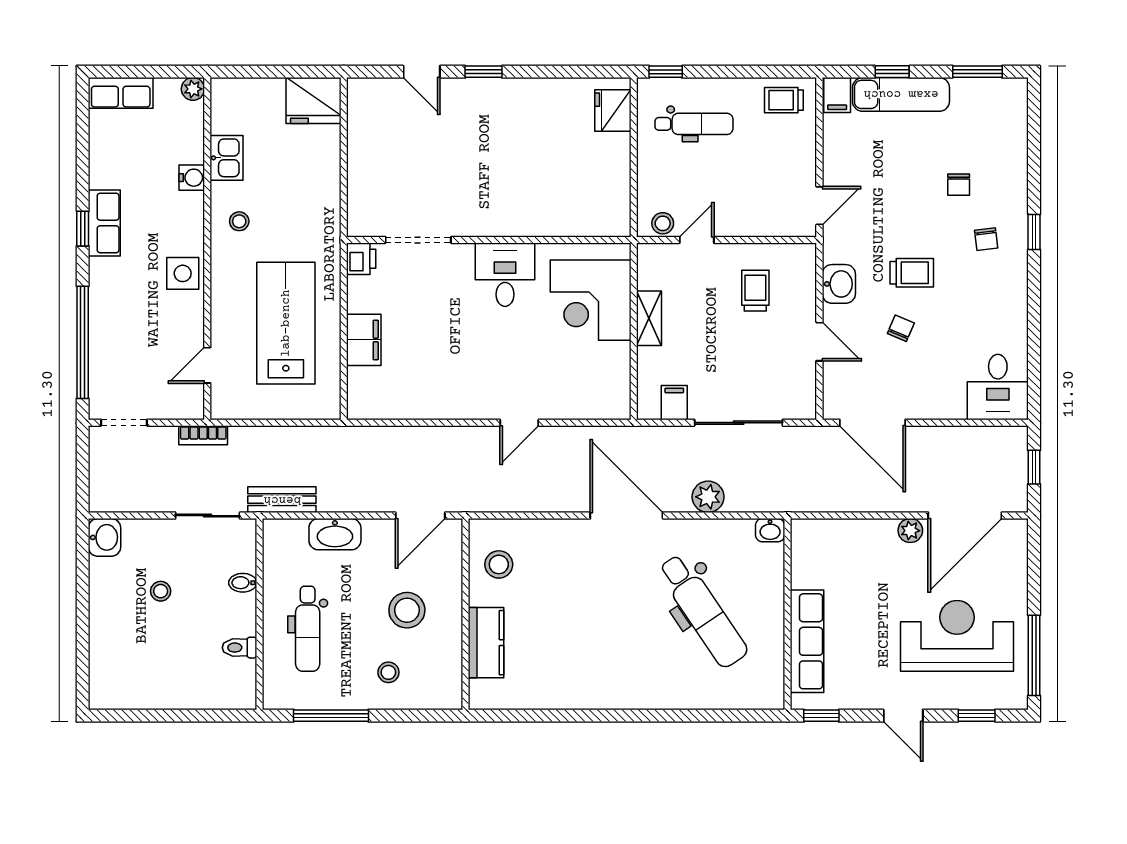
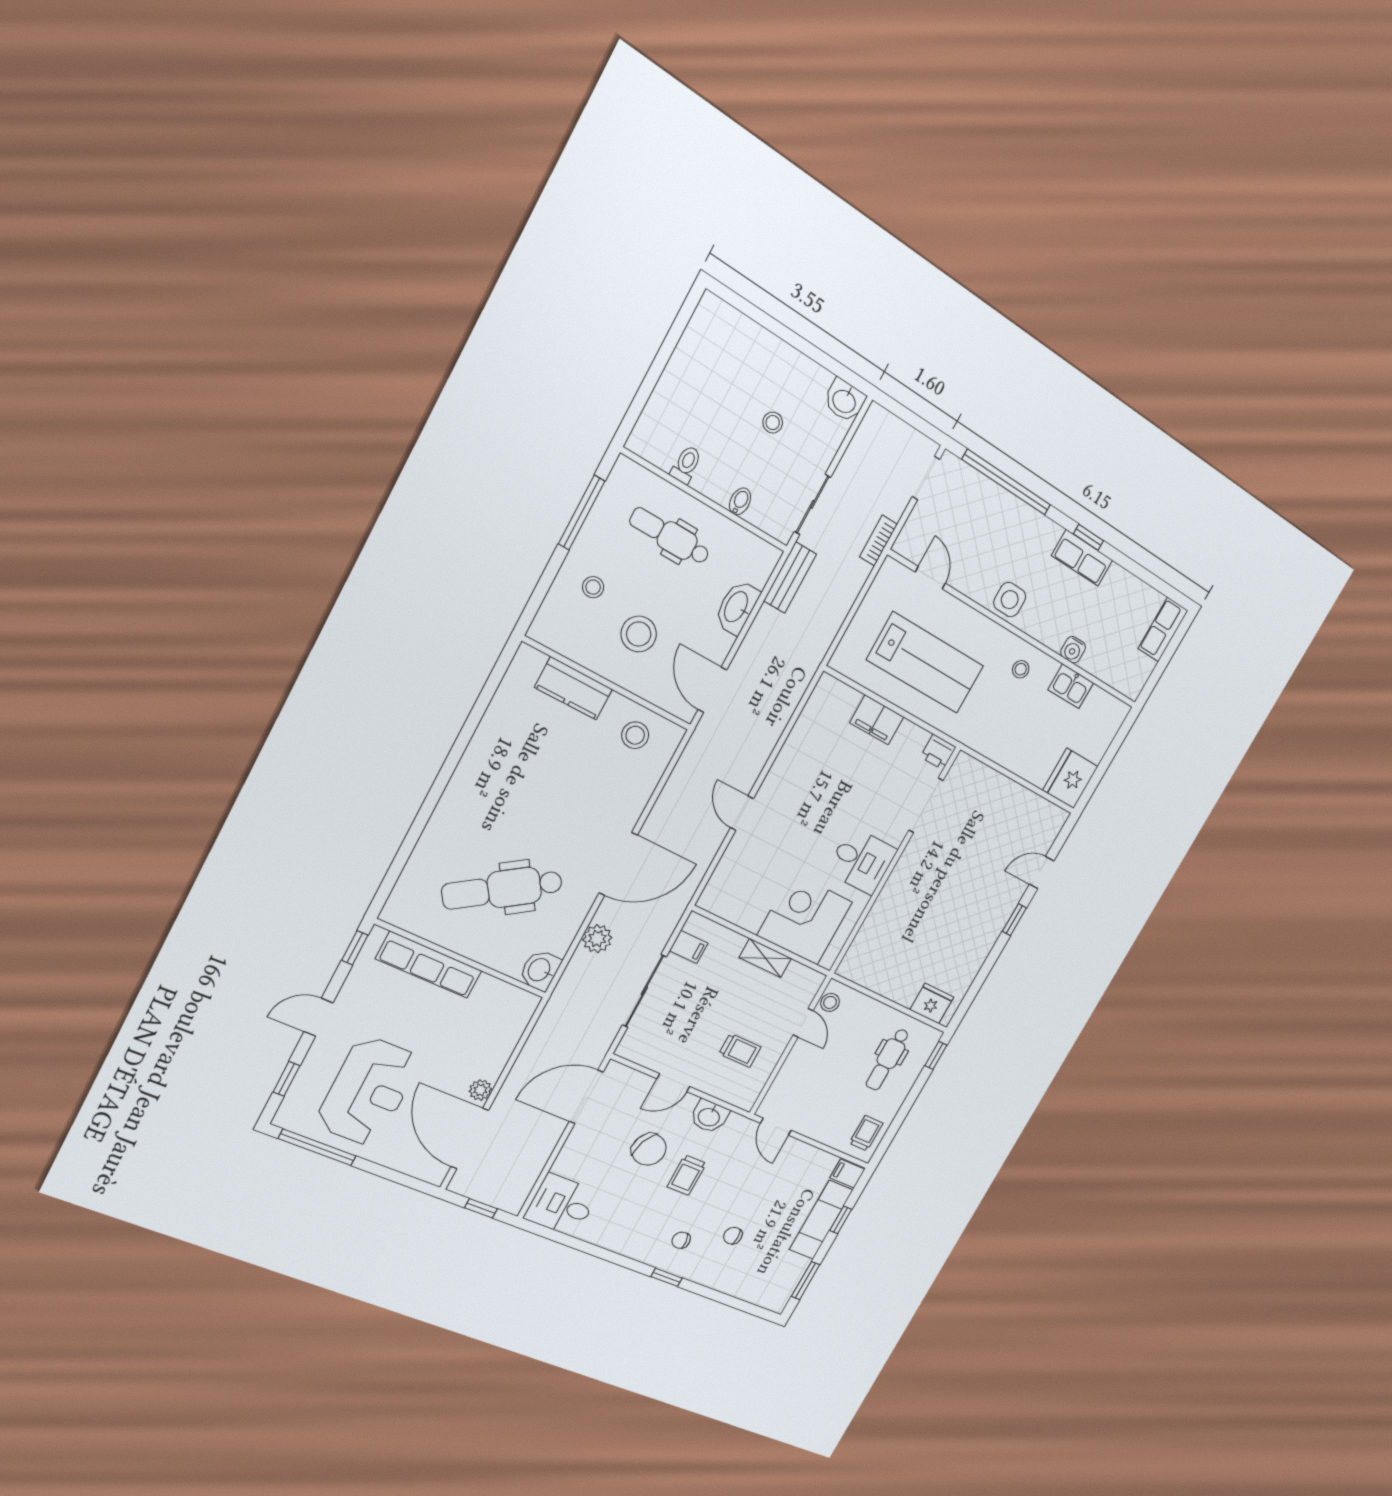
plant: (193, 89) -> (1133, 689), removed
chair: (901, 328) -> (649, 1149), width x1.87, depth x1.87
washbasin: (770, 530) -> (540, 970), width x1.38, depth x1.45

